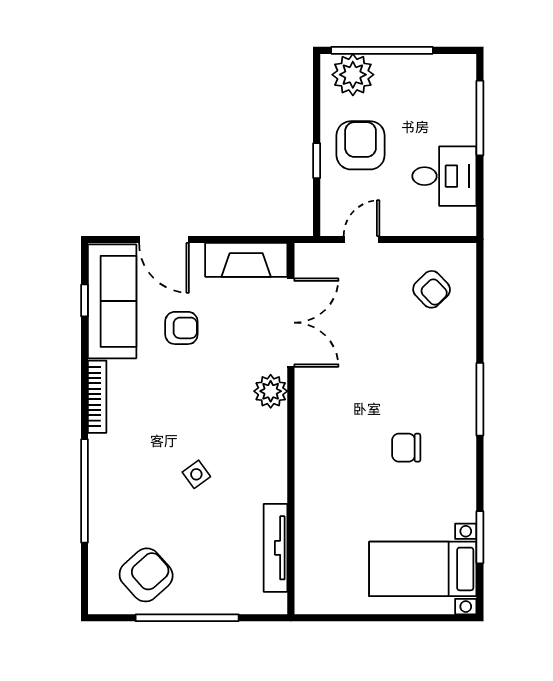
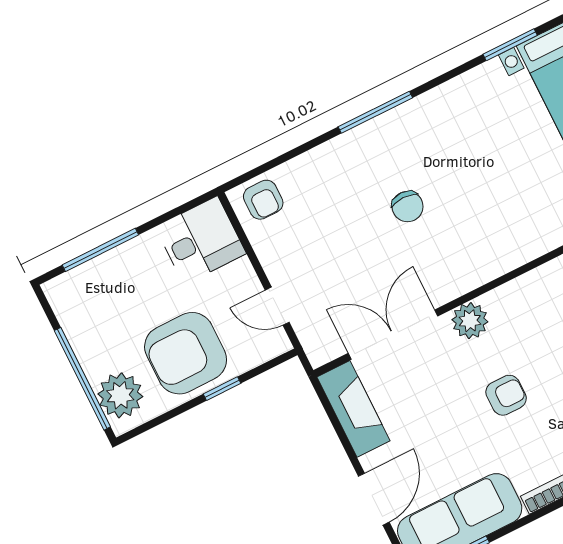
armchair: (361, 145) -> (186, 353), width x1.36, depth x1.36
desk: (444, 176) -> (201, 240), moved, turned 90
armchair: (432, 289) -> (263, 200), moved, turned 134
armchair: (181, 328) -> (506, 395), moved, turned 90
chair: (406, 448) -> (408, 207), moved

